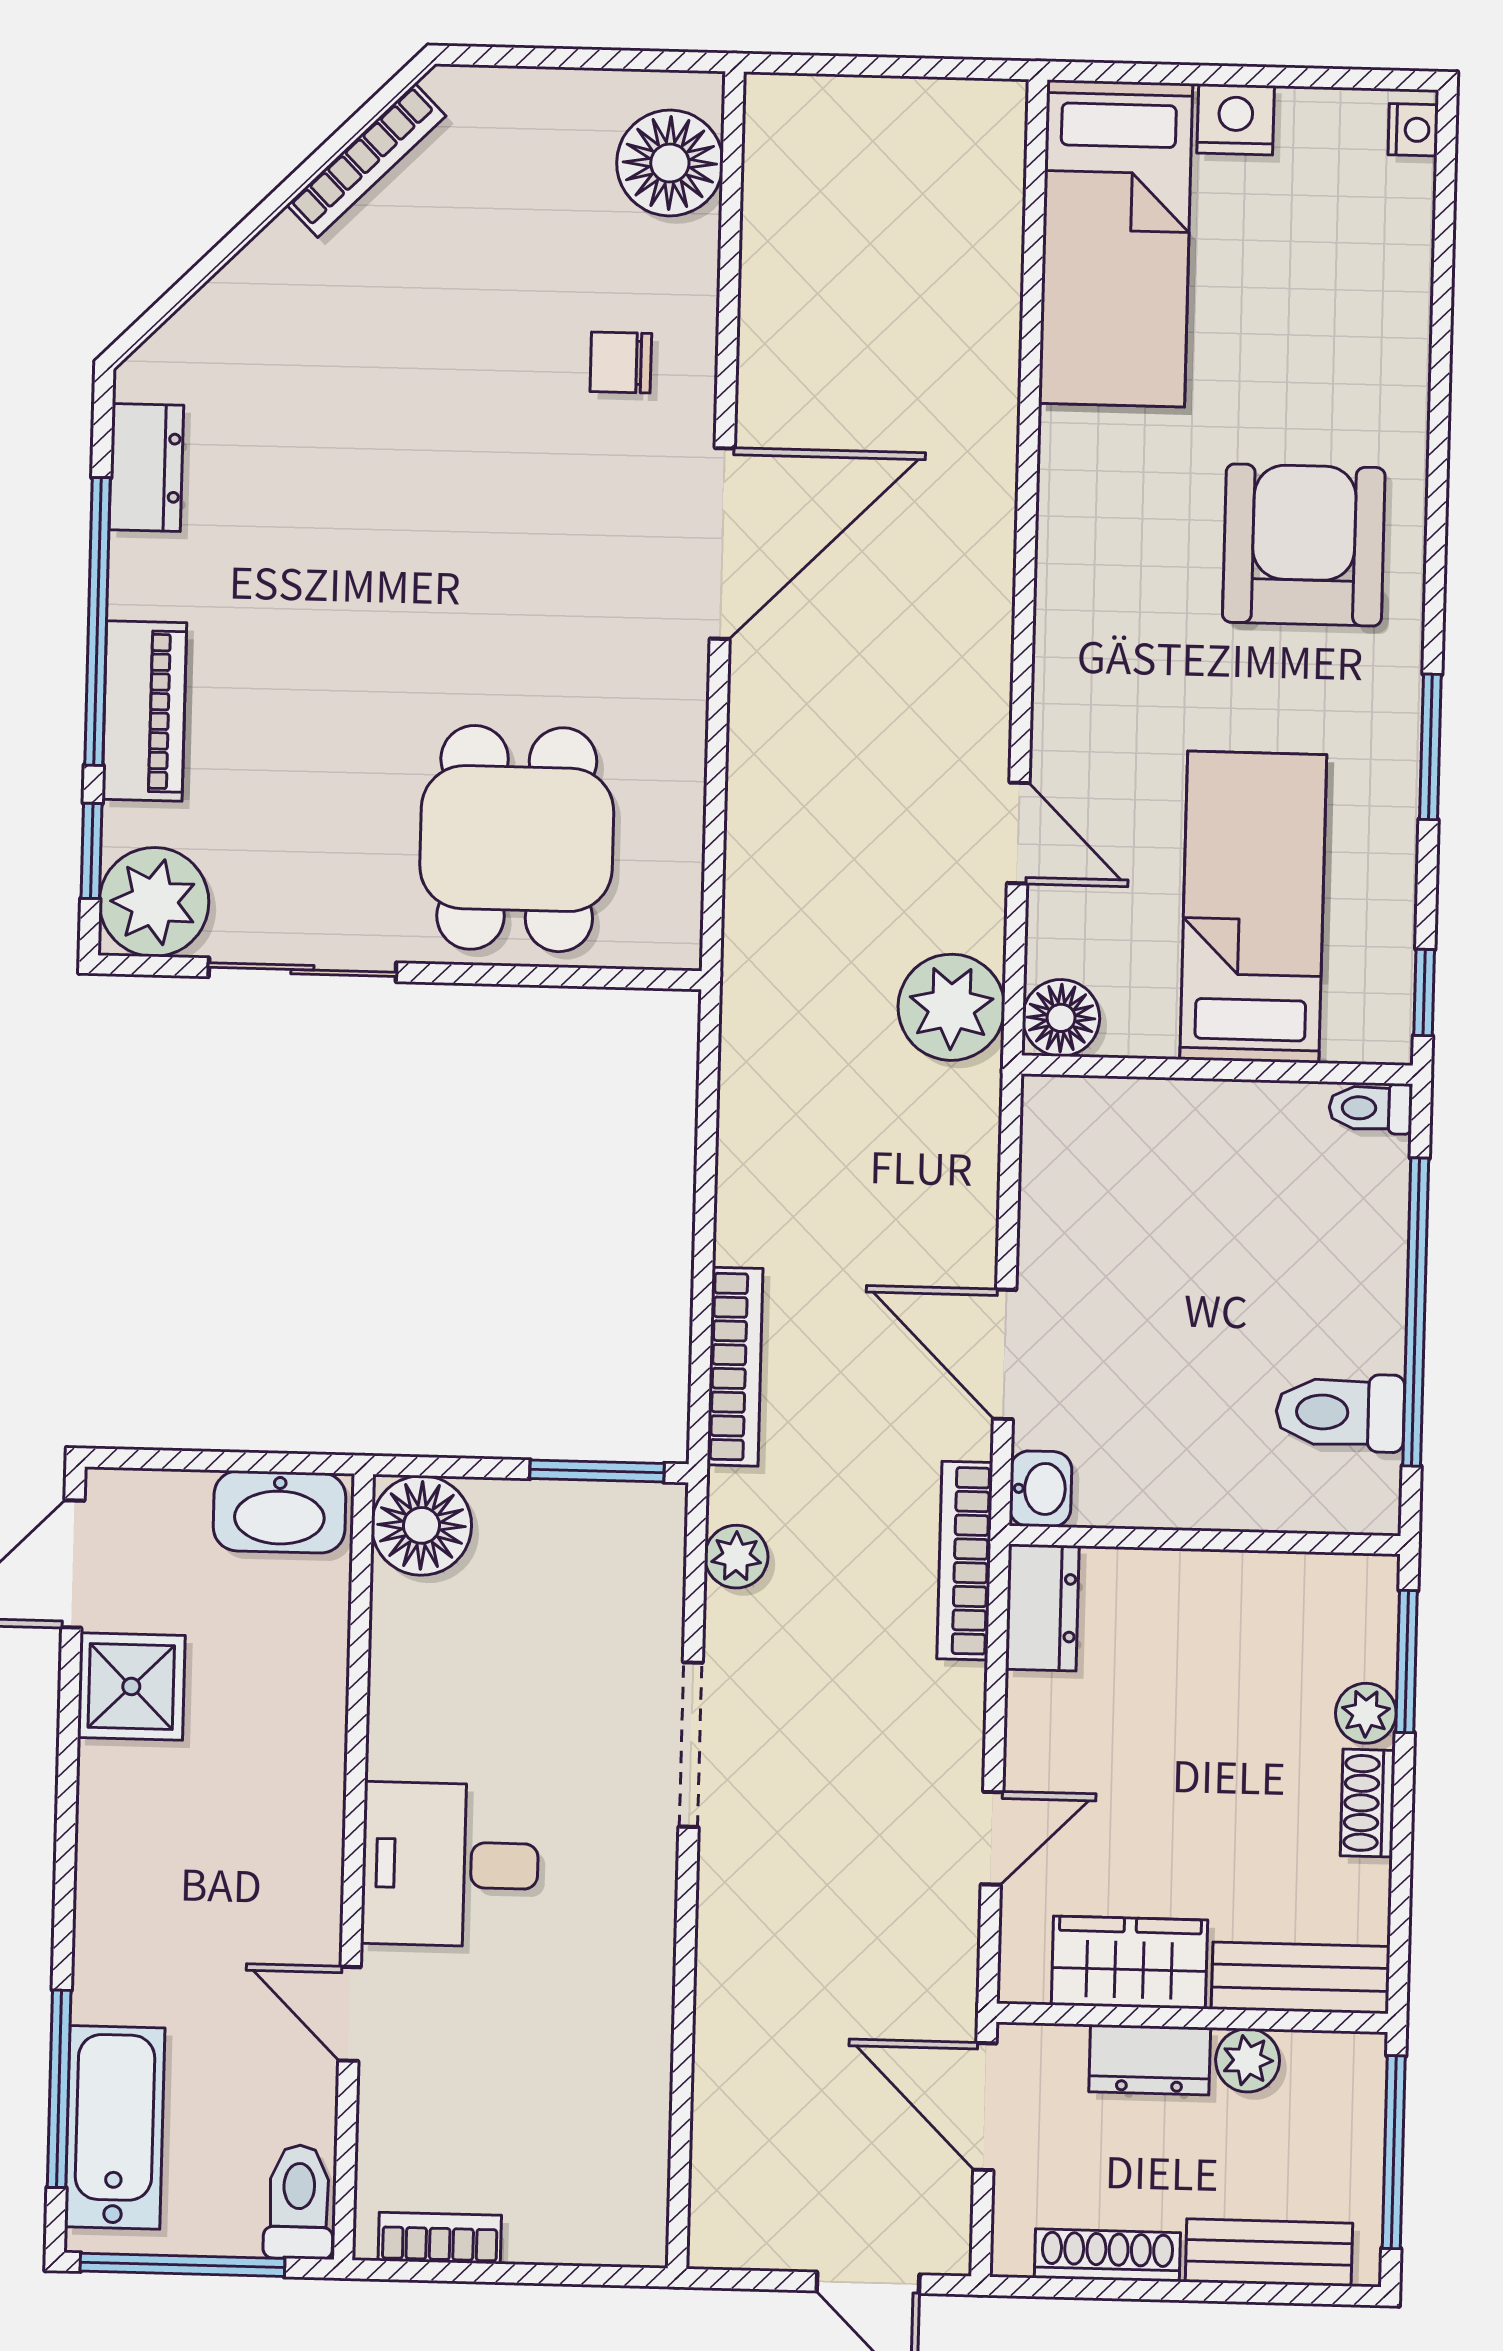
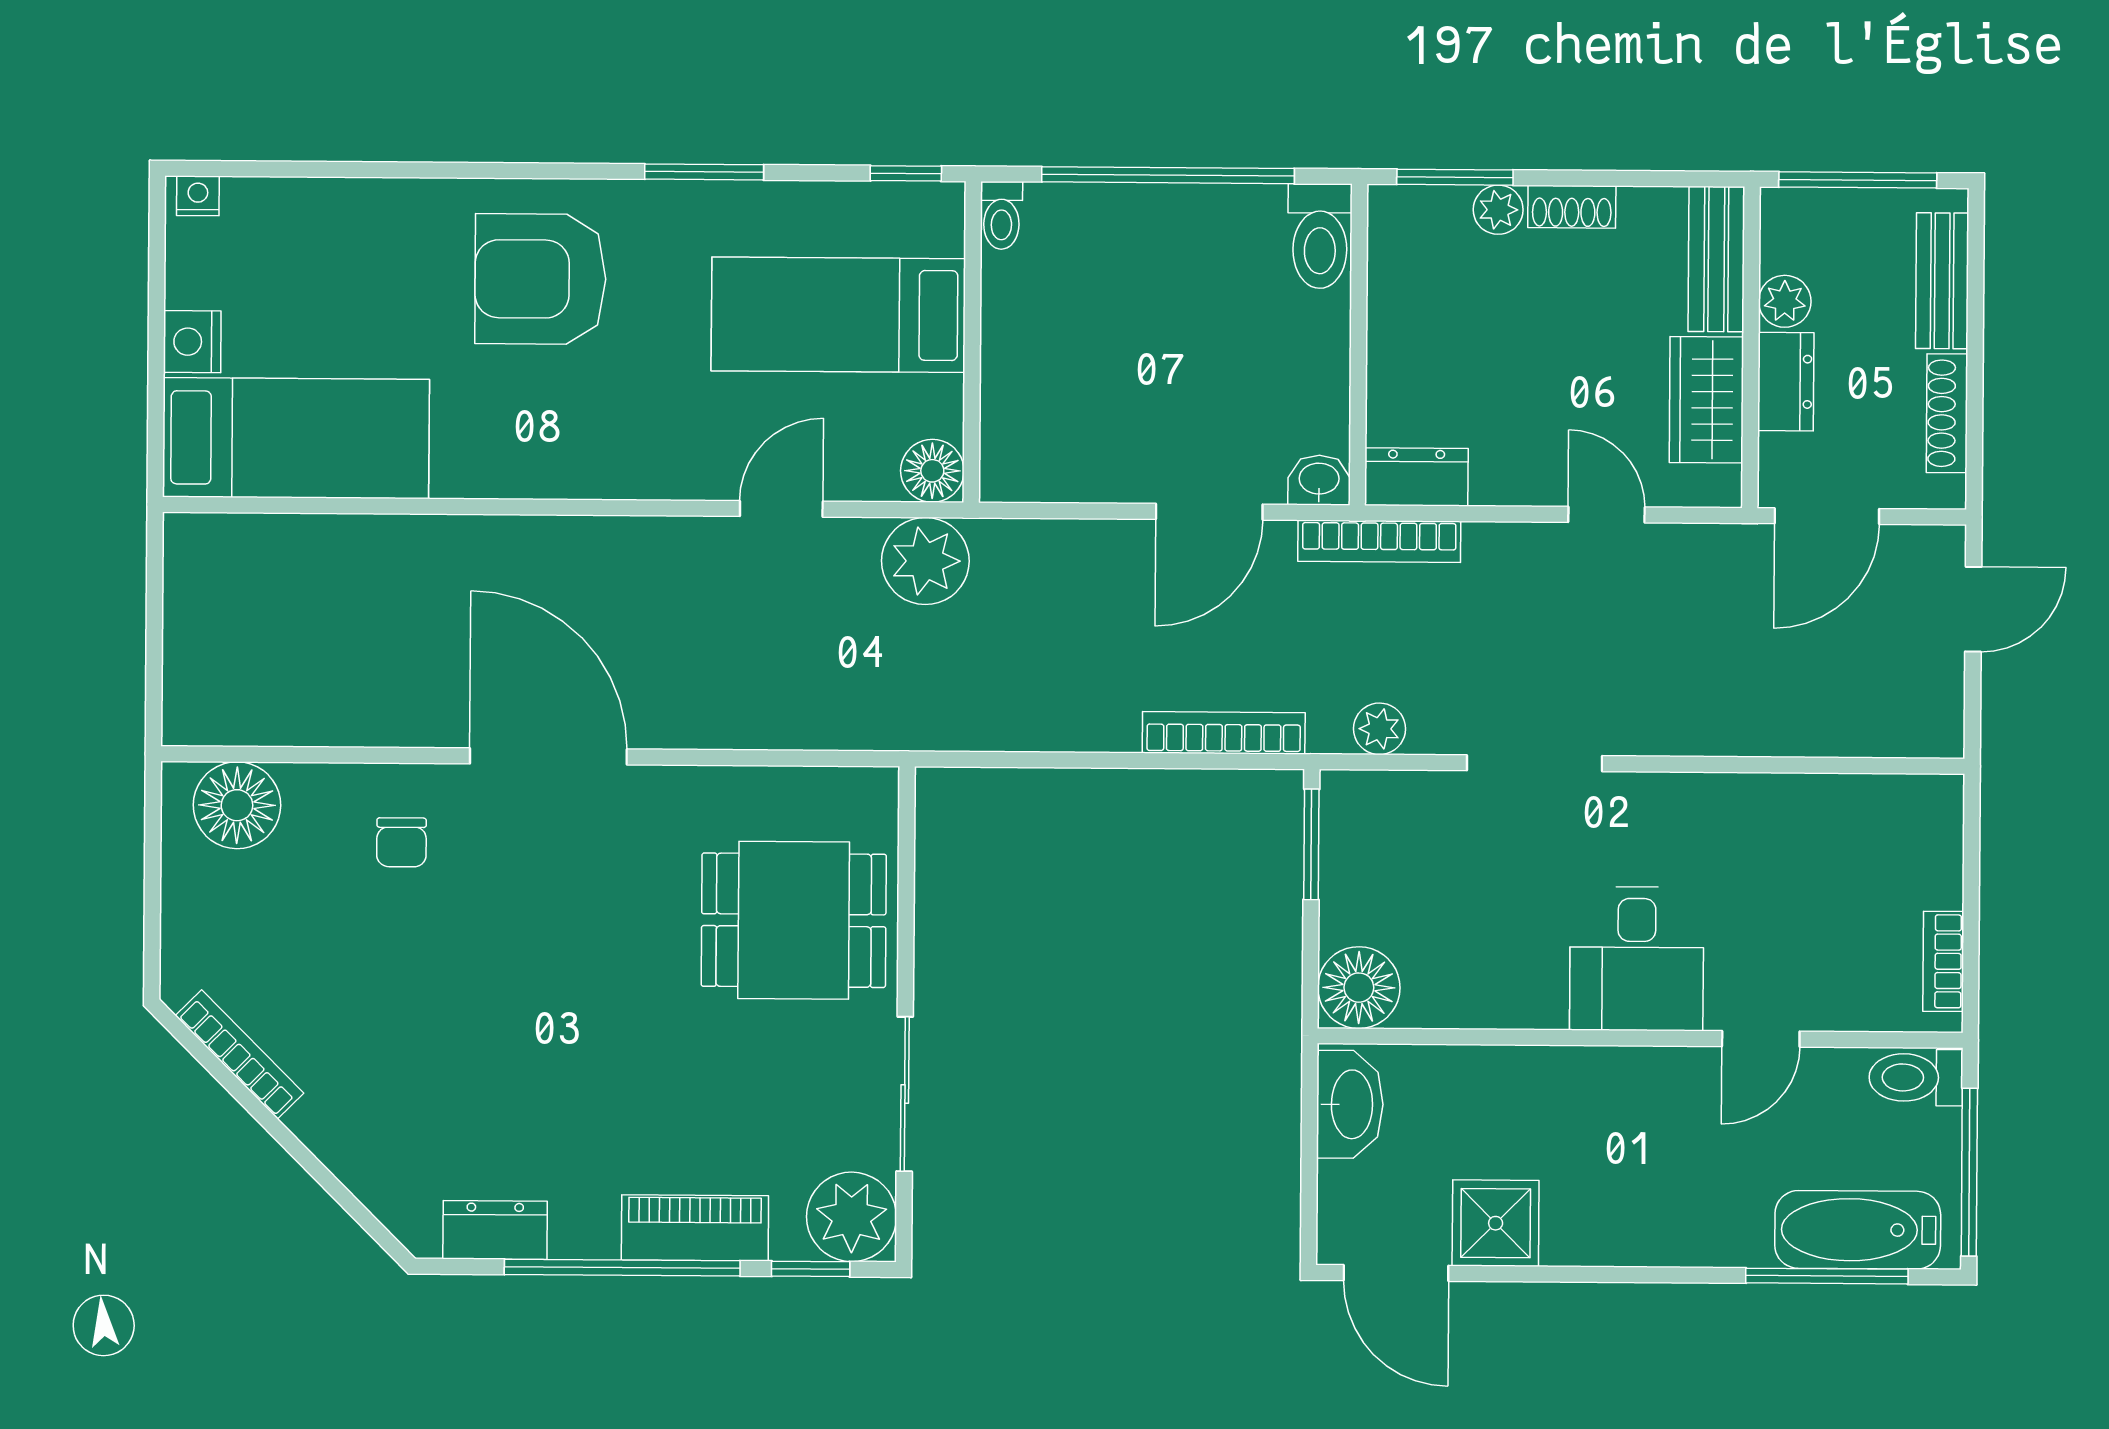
toilet: (1340, 1412) -> (1320, 236), moved

